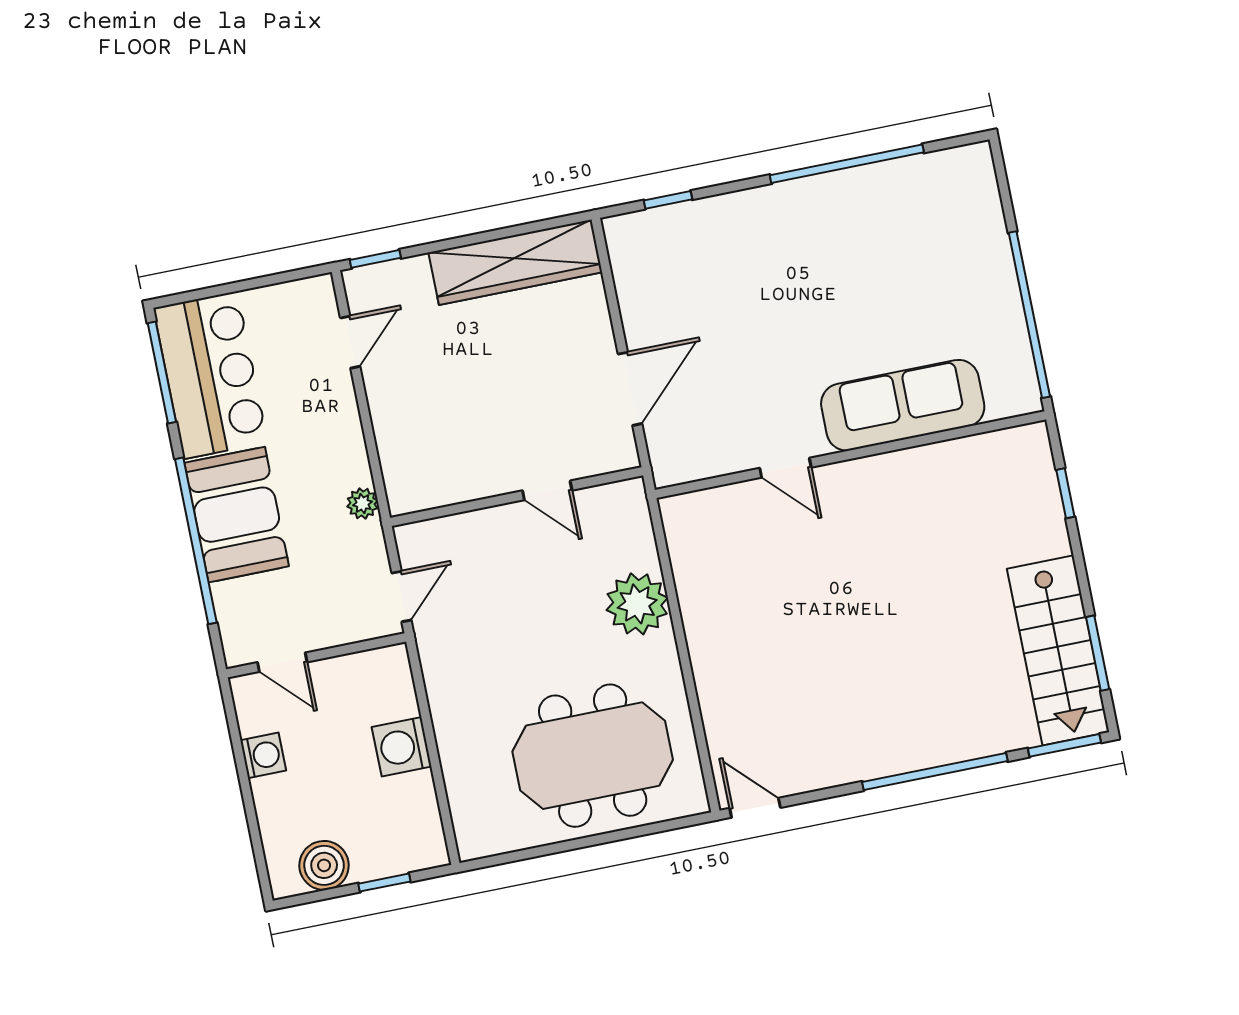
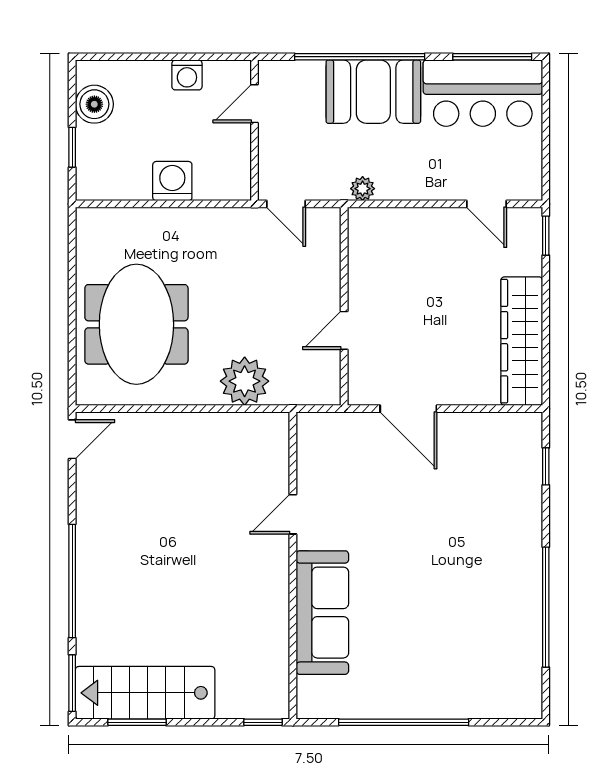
sofa: (903, 405) -> (322, 613), moved
wall: (850, 455) -> (293, 565), moved
door: (785, 468) -> (293, 514), moved

